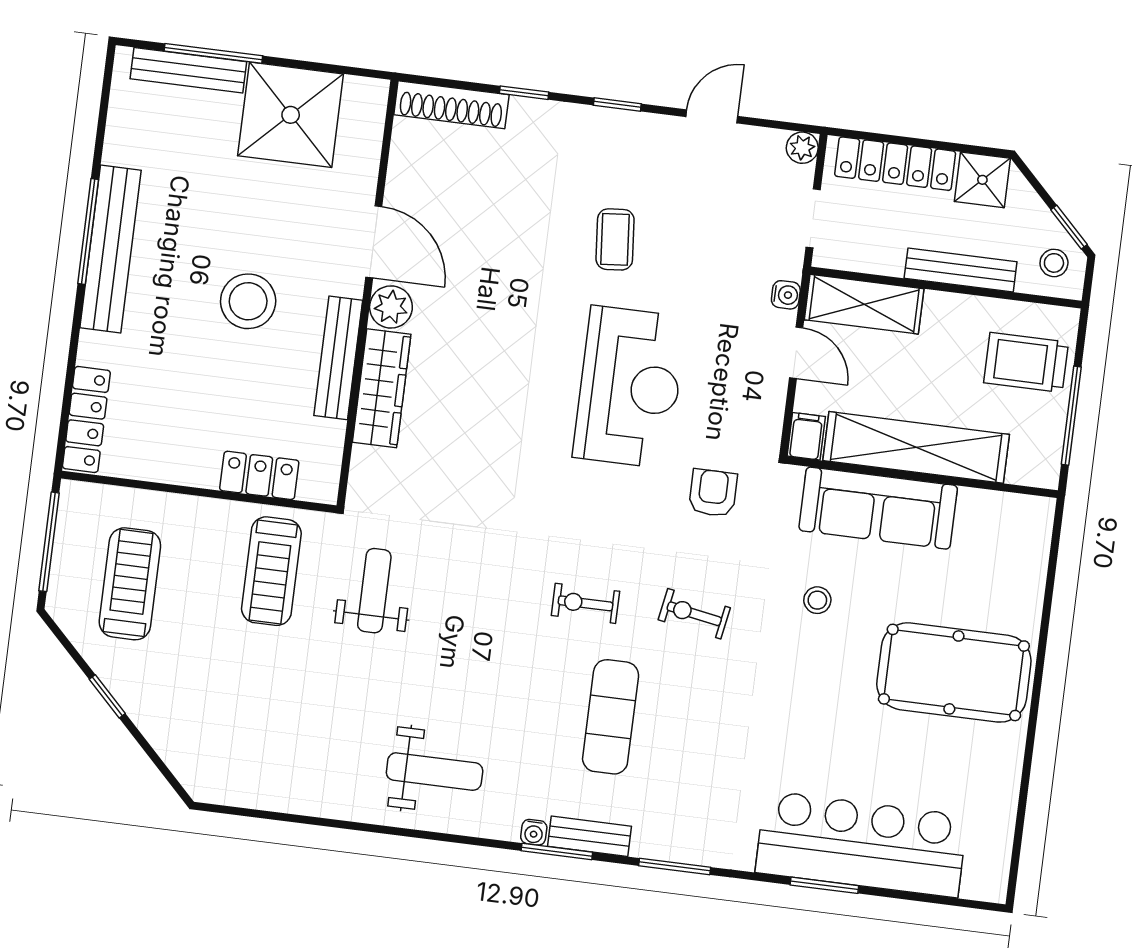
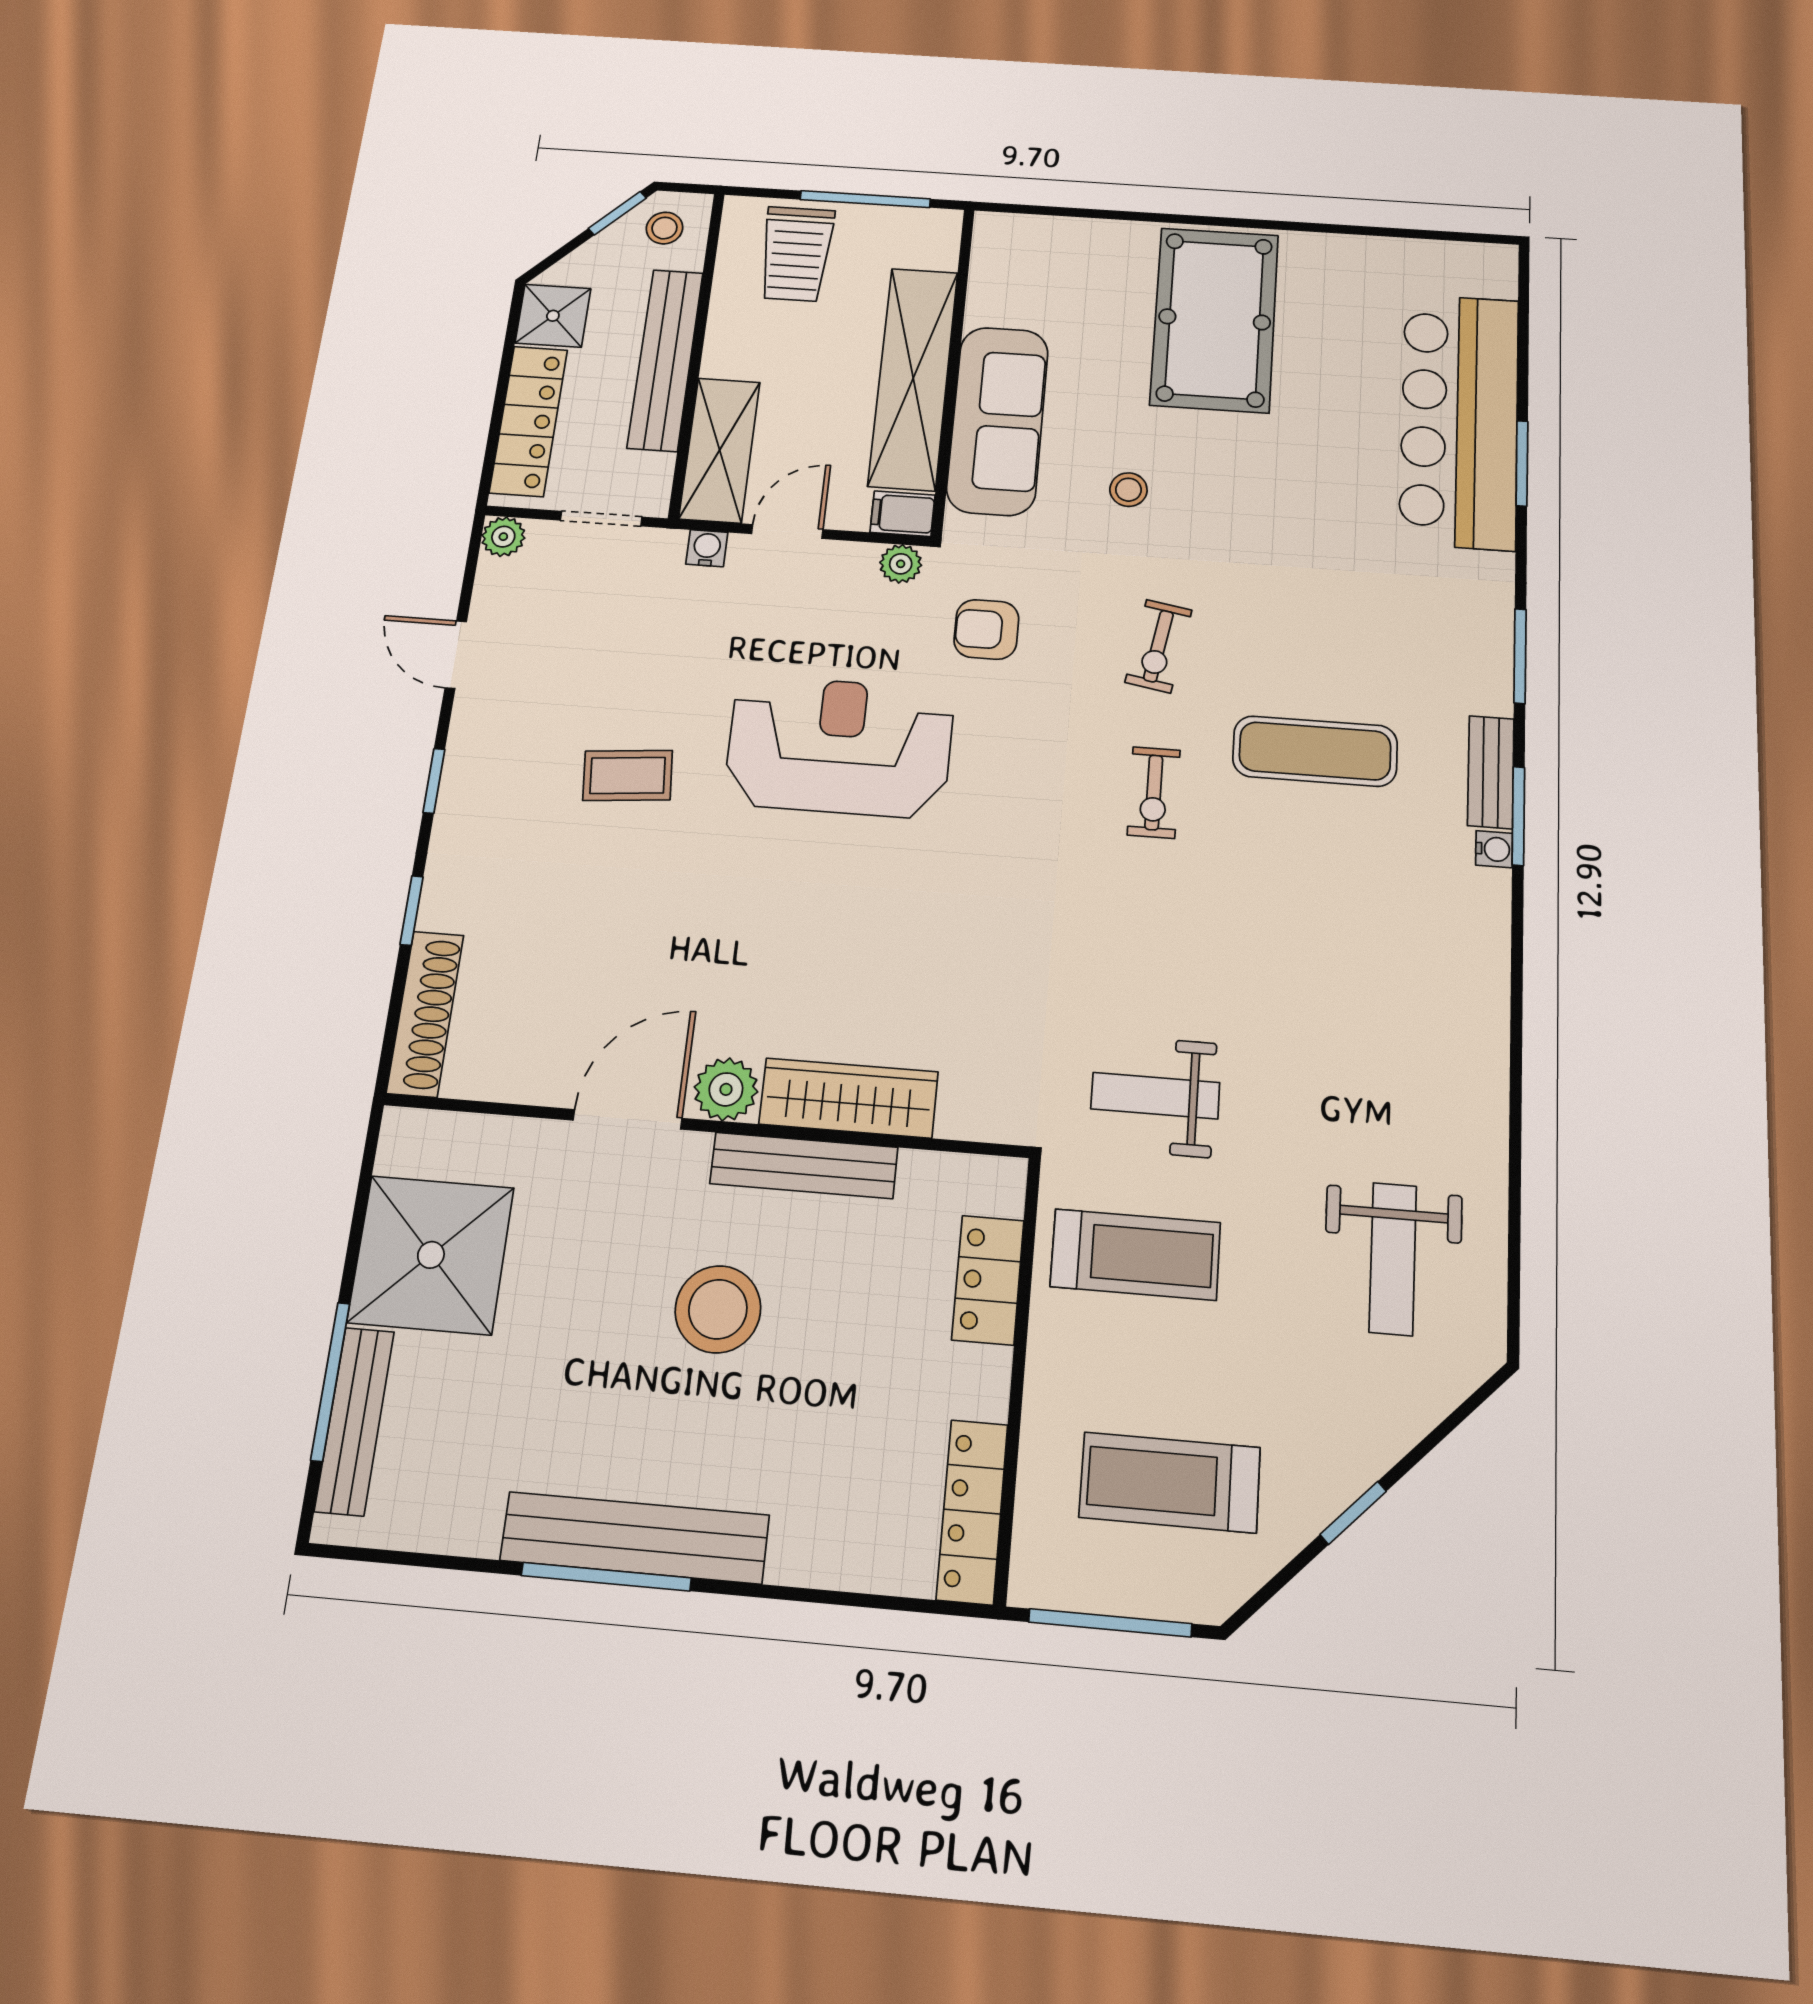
bench: (961, 270) -> (665, 360), width x1.37, depth x1.21
locker: (86, 419) -> (972, 1512), moved, turned -90
plant: (767, 434) -> (901, 564), added
weight bench: (435, 772) -> (1393, 1259), moved, turned 180

